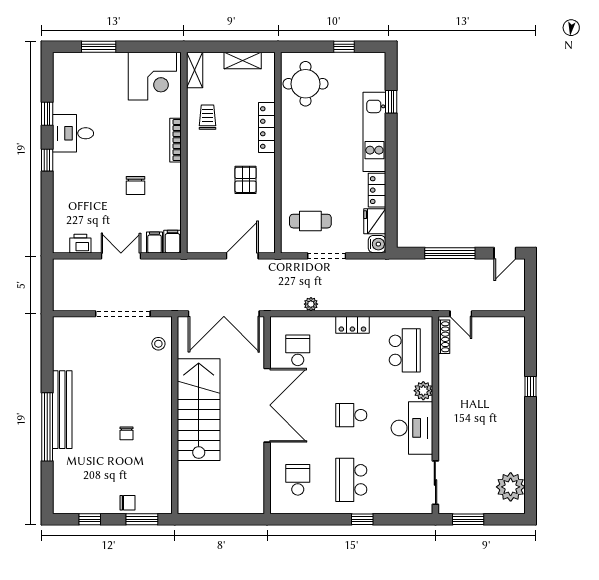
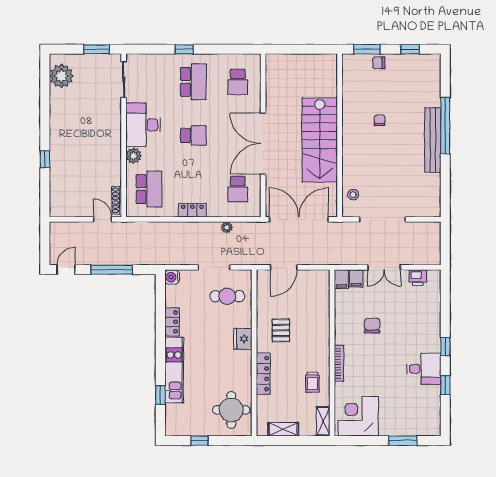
fridge: (375, 221) -> (243, 339), moved, turned 180
school desk: (405, 350) -> (149, 189), turned 180

